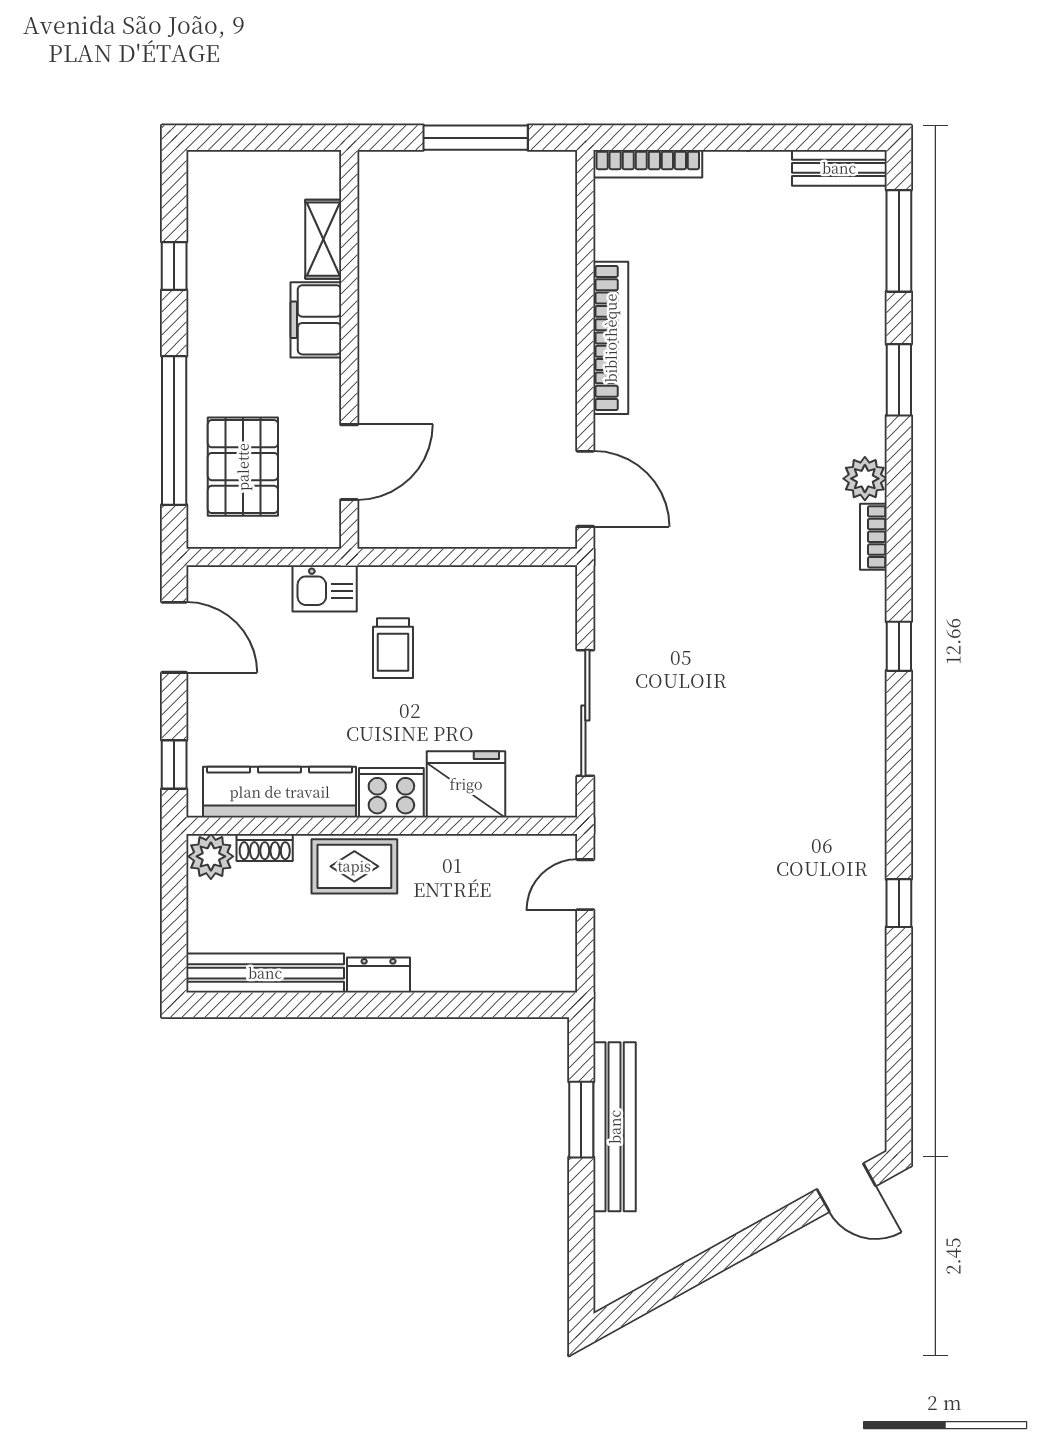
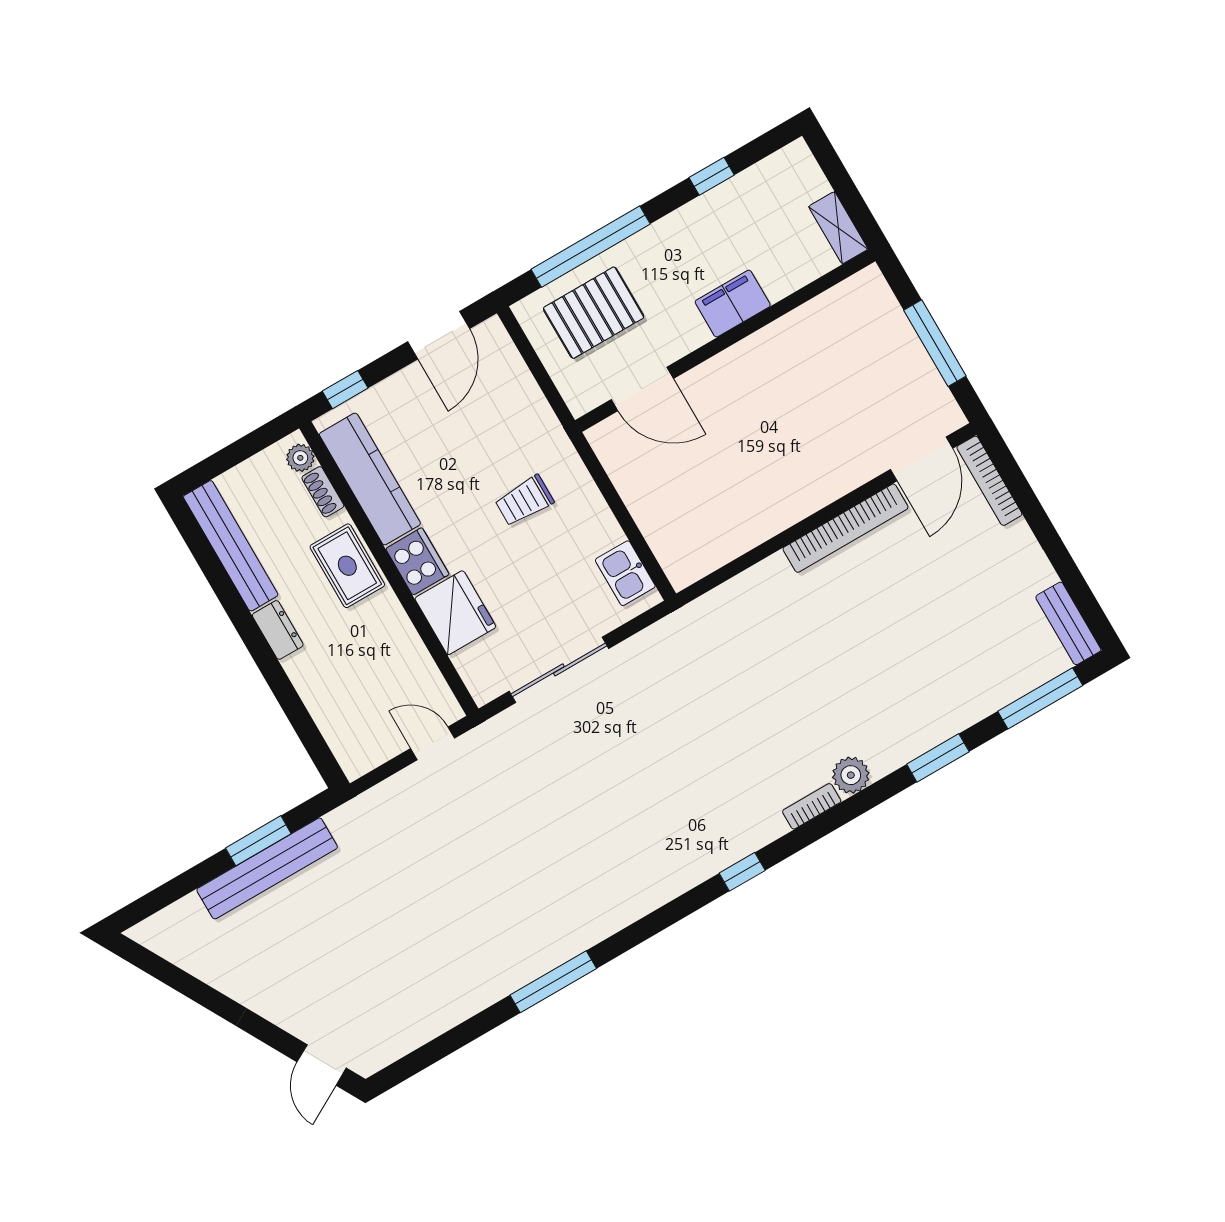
shelving: (323, 239) -> (838, 228), moved, turned 90
door: (585, 489) -> (921, 459), moved
kitchen sink: (325, 588) -> (625, 573), moved
plant: (211, 856) -> (300, 458), width x0.73, depth x0.73
window: (899, 903) -> (553, 982), width x2.17

